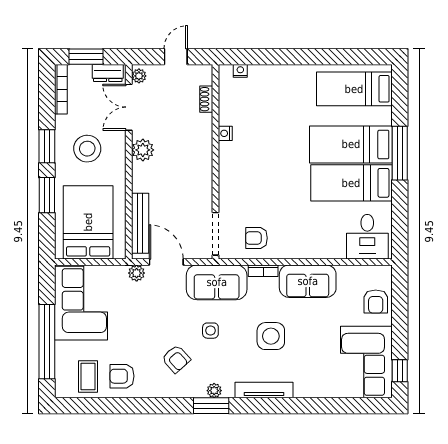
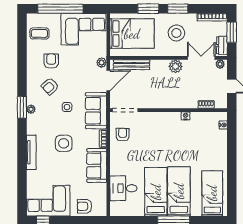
desk: (367, 237) -> (123, 188), moved
armchair: (122, 376) -> (51, 61), moved
tv unit: (264, 390) -> (31, 152), moved

